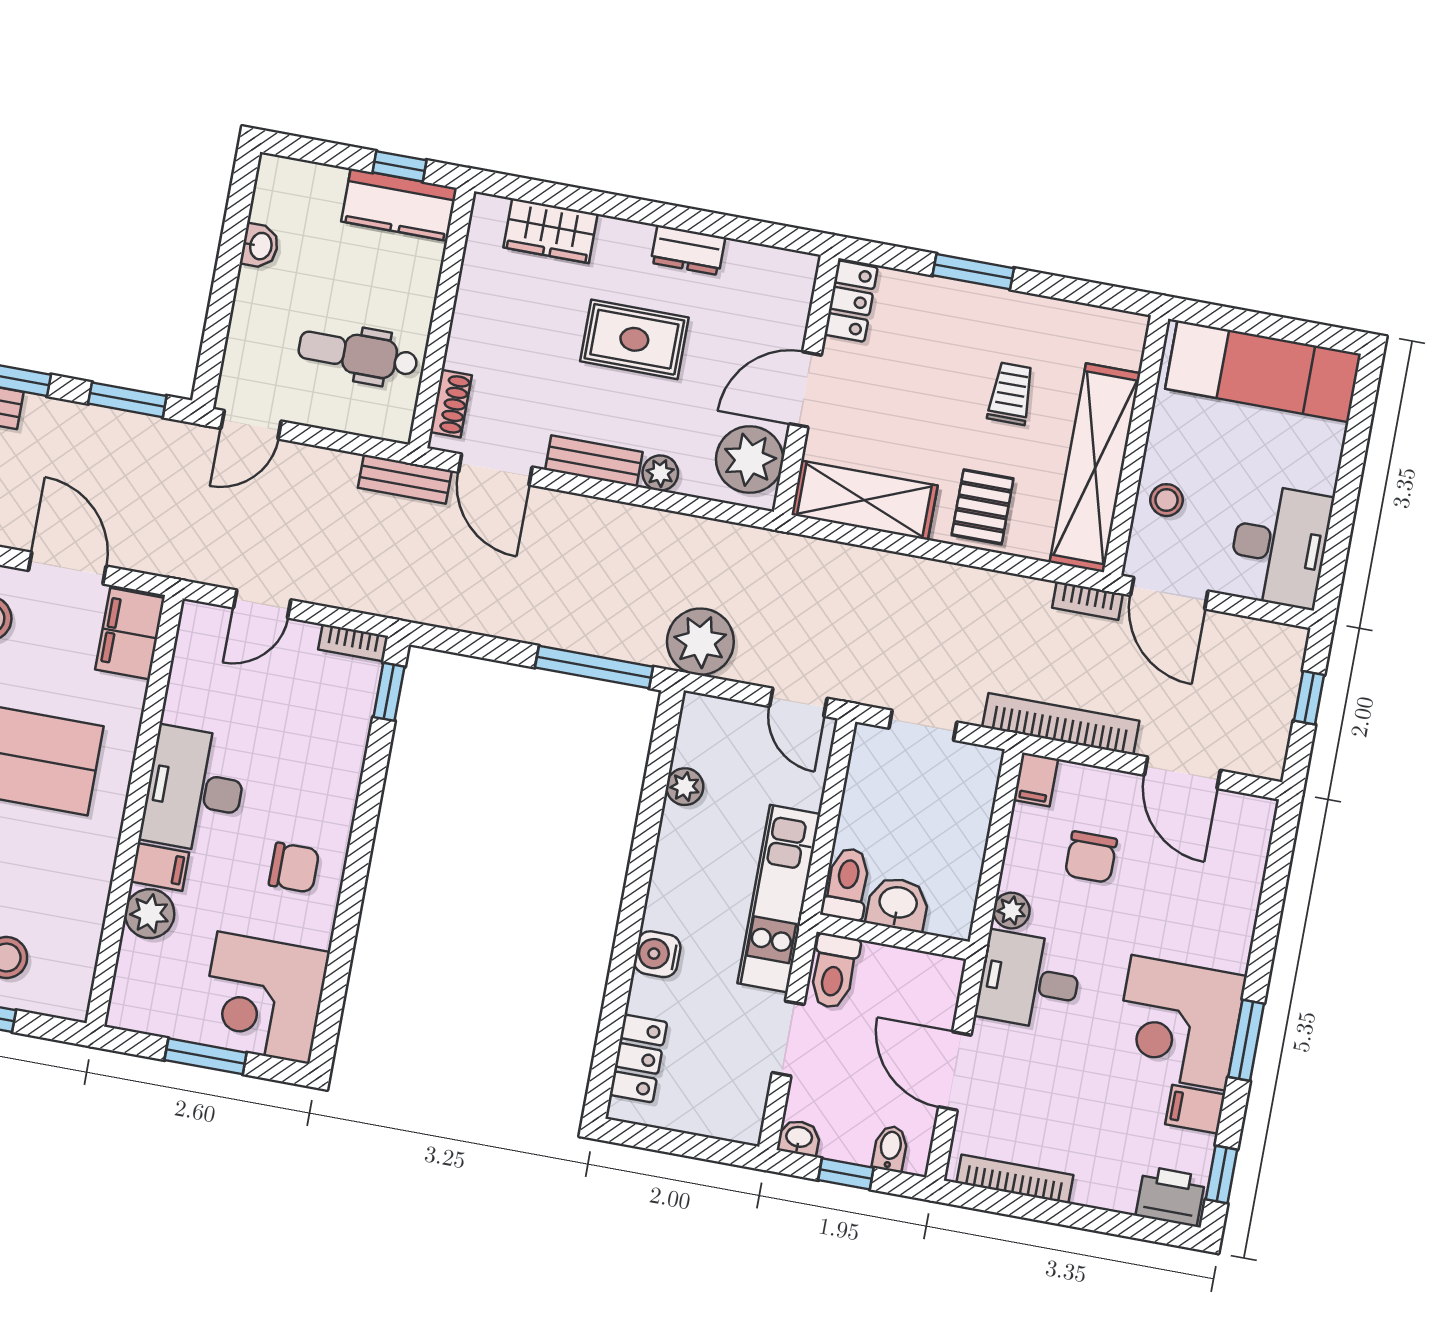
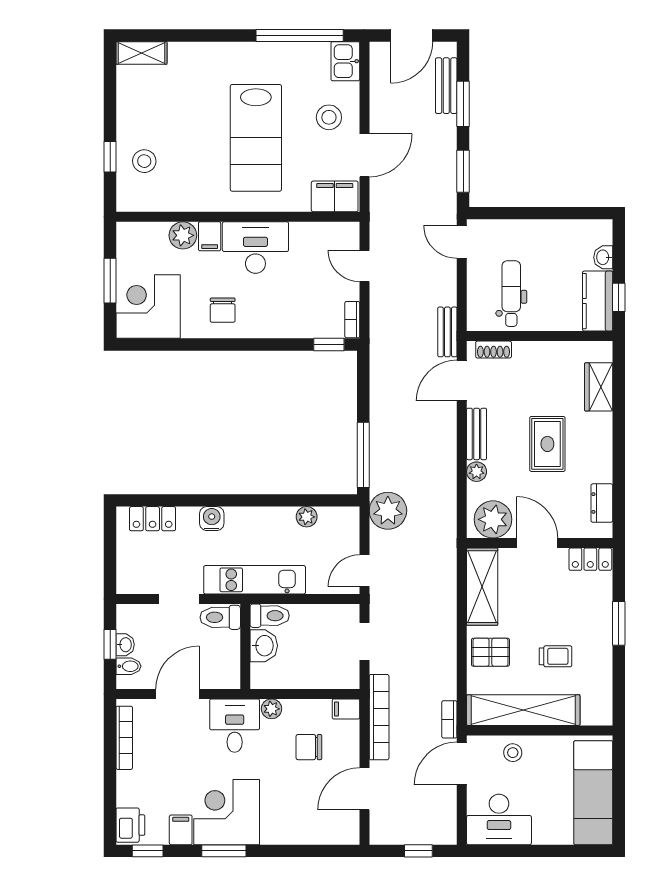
washbasin: (260, 246) -> (603, 257), moved, turned 90
dresser: (688, 250) -> (602, 503), moved
washbasin: (799, 1138) -> (125, 645), moved

